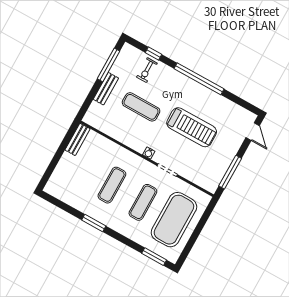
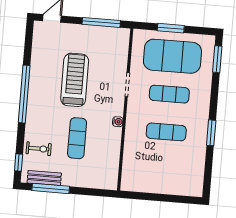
window: (154, 53) -> (19, 162), moved
bench: (106, 89) -> (44, 178), moved
bench: (78, 139) -> (137, 186), removed
water cooler: (149, 153) -> (118, 122), moved
window: (199, 229) -> (171, 28), added

